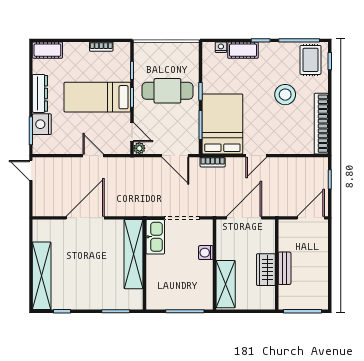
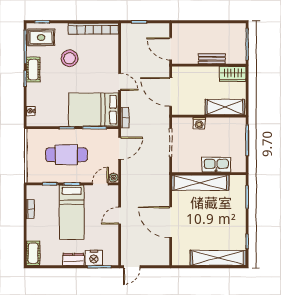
cot: (243, 50) -> (33, 70), moved
cafe table: (167, 91) -> (66, 155), turned 90
dresser: (40, 93) -> (73, 259), width x0.70
door: (311, 218) -> (171, 49), moved
kitchen sink: (155, 237) -> (216, 165), moved
wardrobe: (266, 270) -> (233, 74), moved

